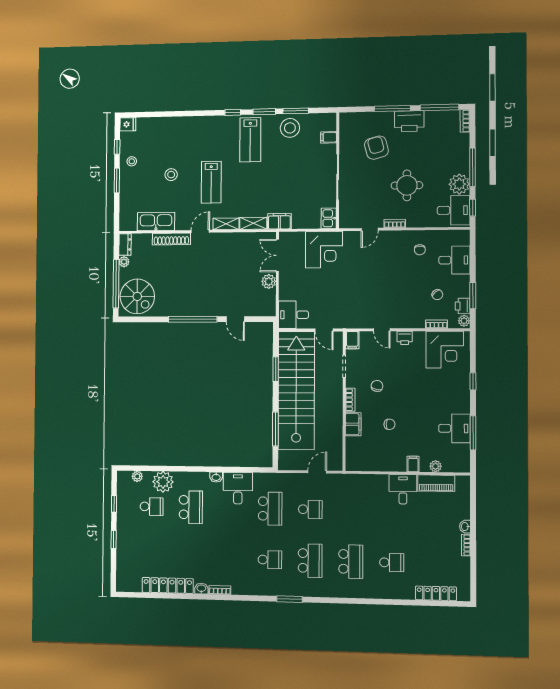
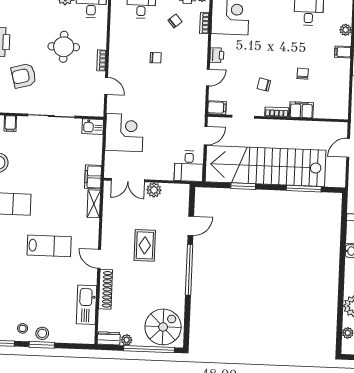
stool: (171, 175) -> (42, 333), moved
shelving: (226, 224) -> (93, 232), removed
chair: (420, 250) -> (156, 58), moved
rug: (215, 275) -> (145, 245), added
door: (317, 472) -> (348, 148), hinge flipped

